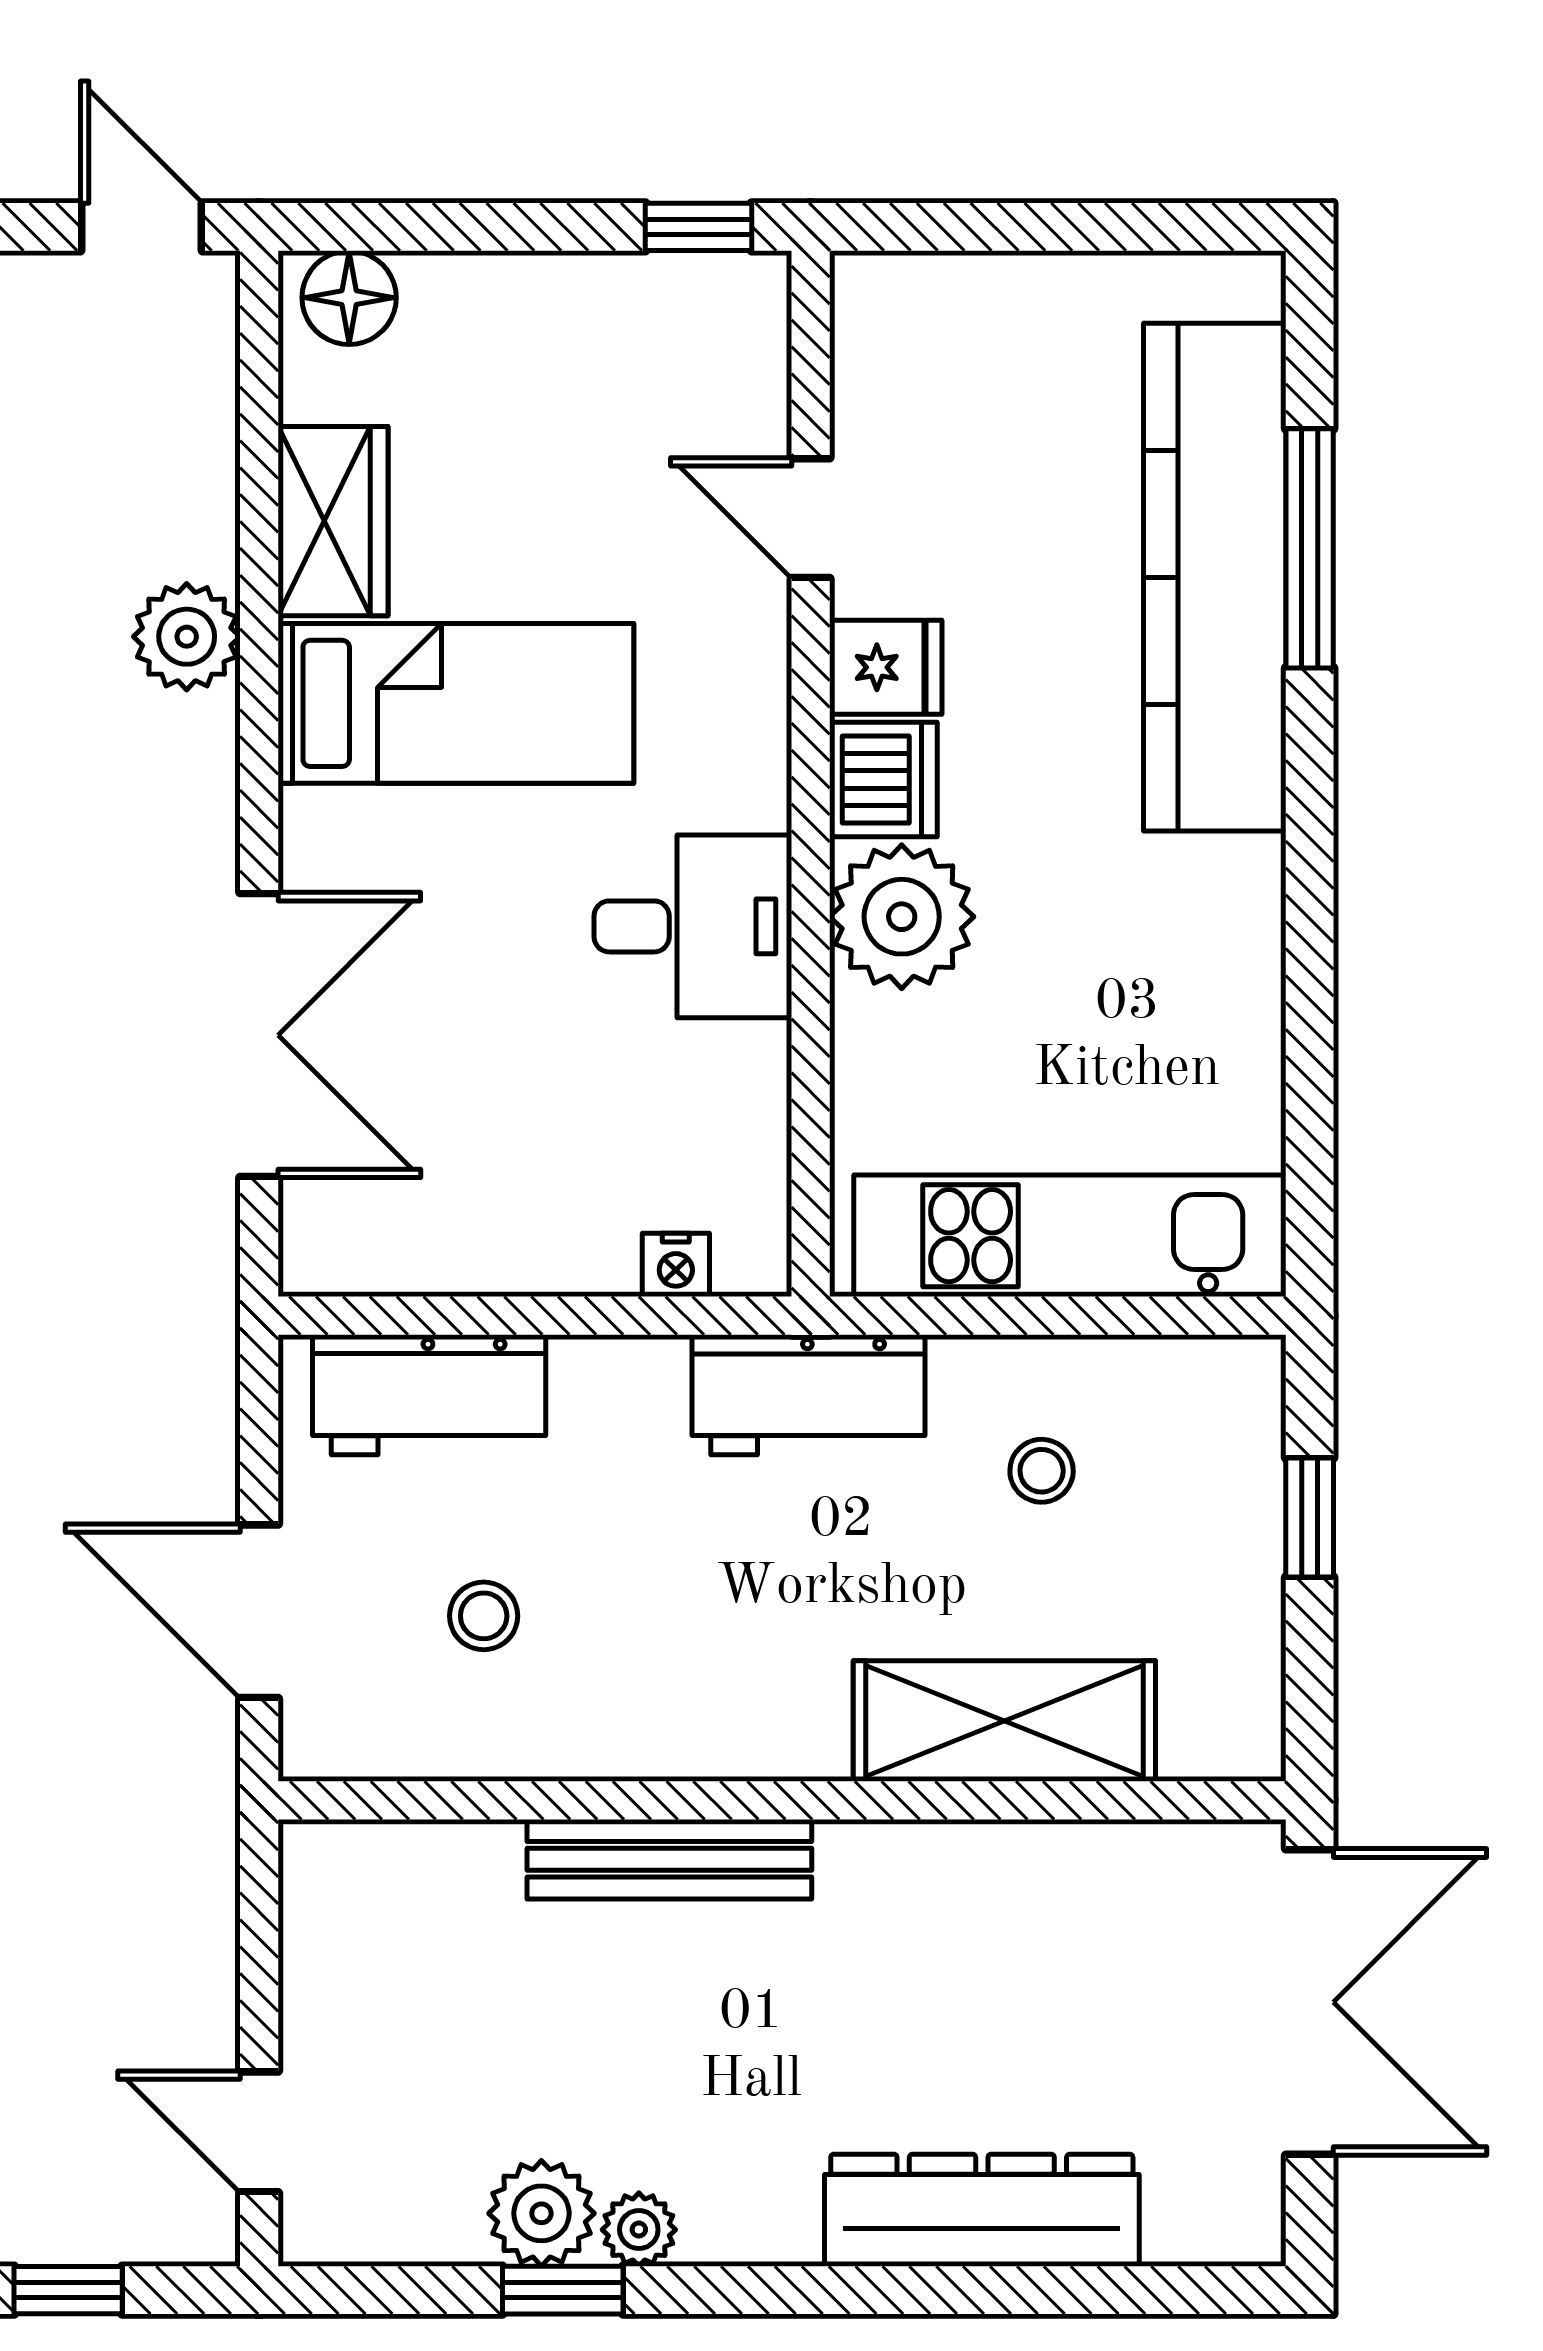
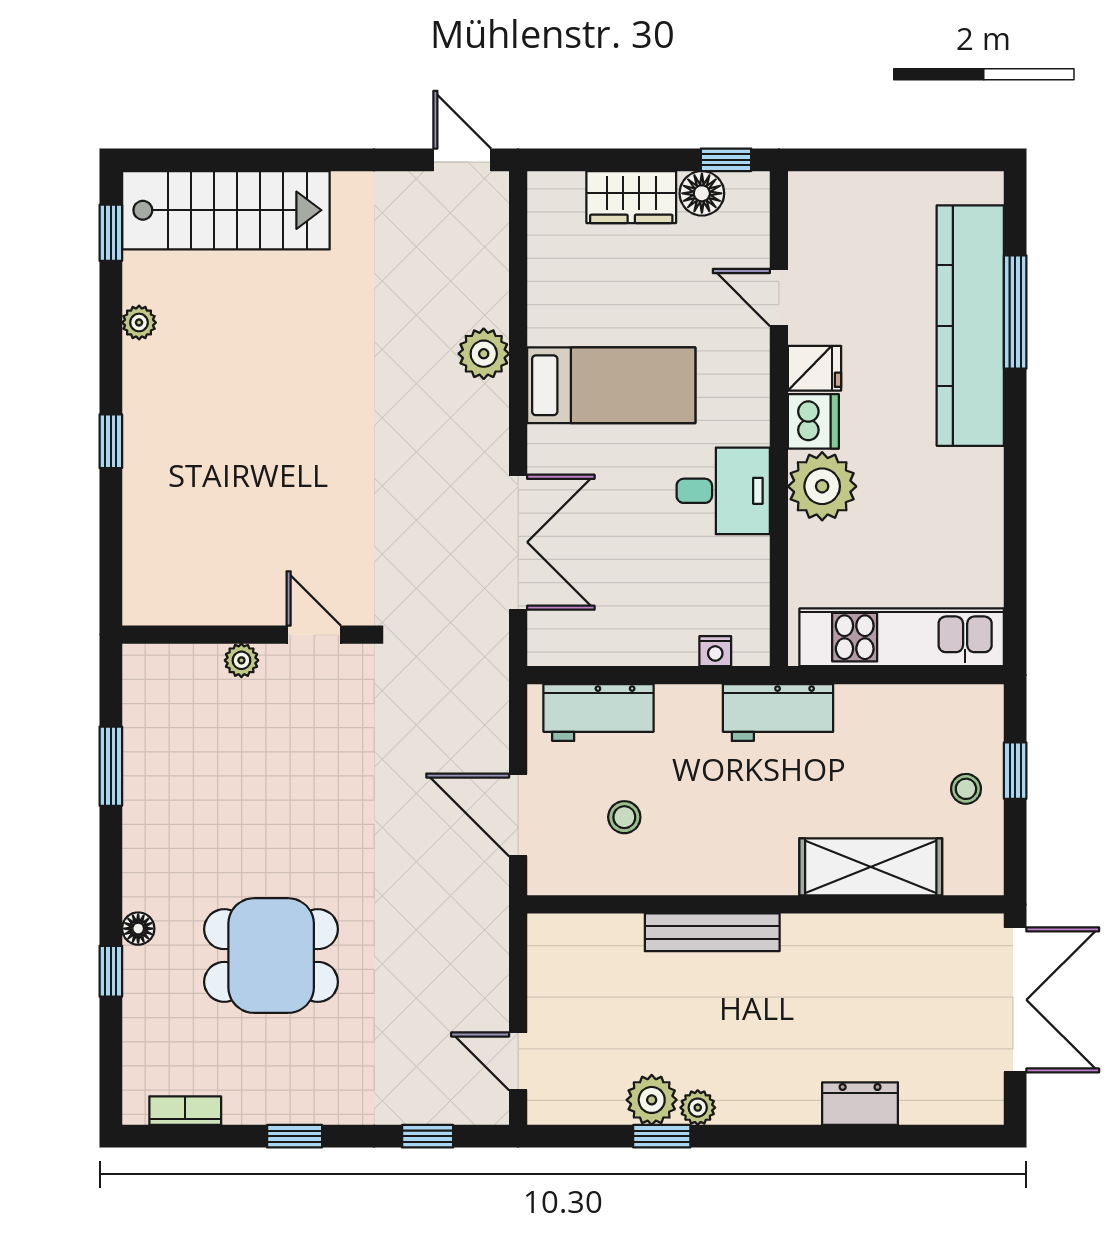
floor lamp: (349, 298) -> (702, 193), moved
wardrobe: (333, 521) -> (631, 197), moved, turned 90
stool: (1042, 1471) -> (966, 789), moved
dresser: (982, 2210) -> (860, 1104), width x0.51, depth x0.80

